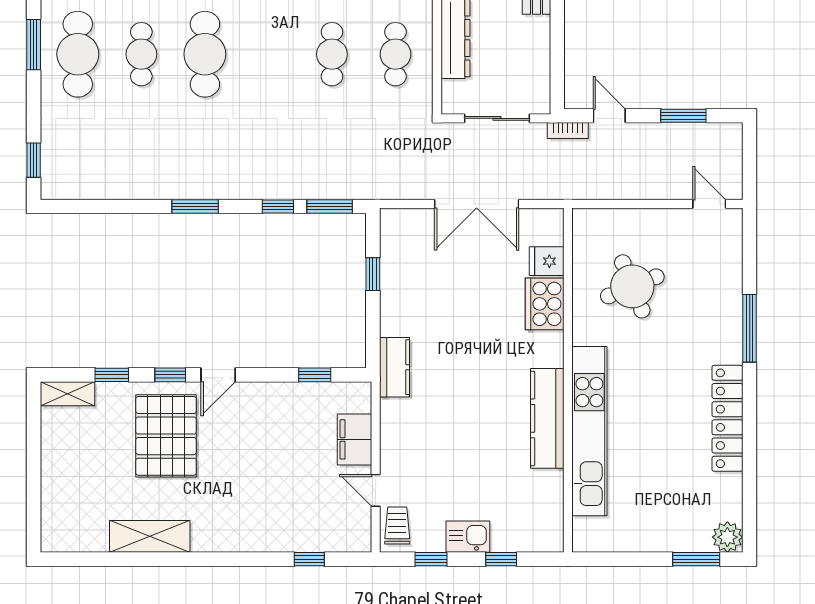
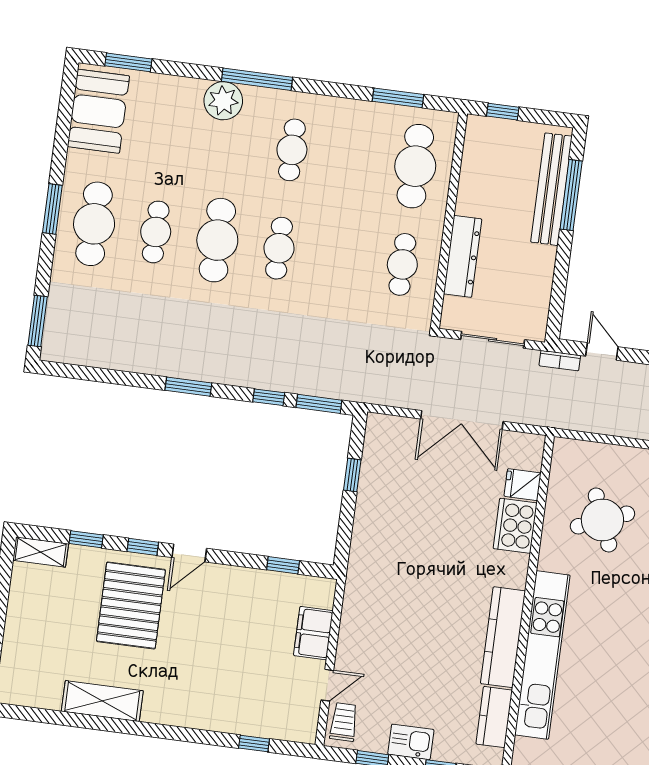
cafe table: (332, 54) -> (279, 248), moved
window: (34, 160) -> (38, 321), width x1.50
kitchen counter: (394, 367) -> (494, 717), moved, turned 180
door: (376, 490) -> (327, 685), swing flipped

